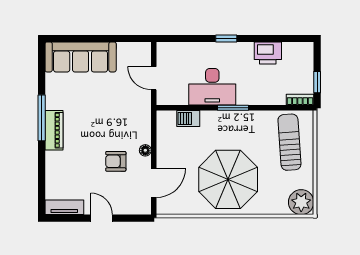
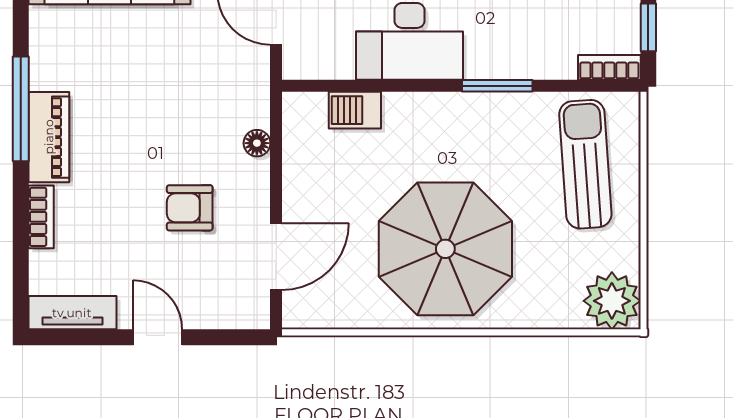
window: (233, 108) -> (497, 86), moved
floor lamp: (145, 150) -> (257, 143), moved
bookcase: (51, 165) -> (41, 217), added

